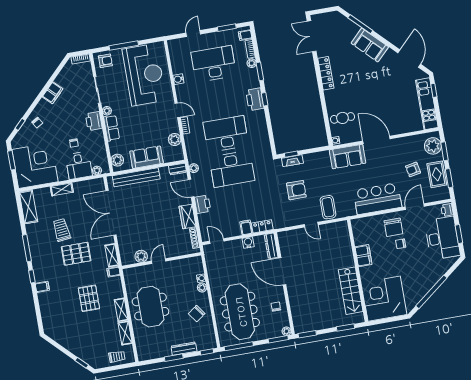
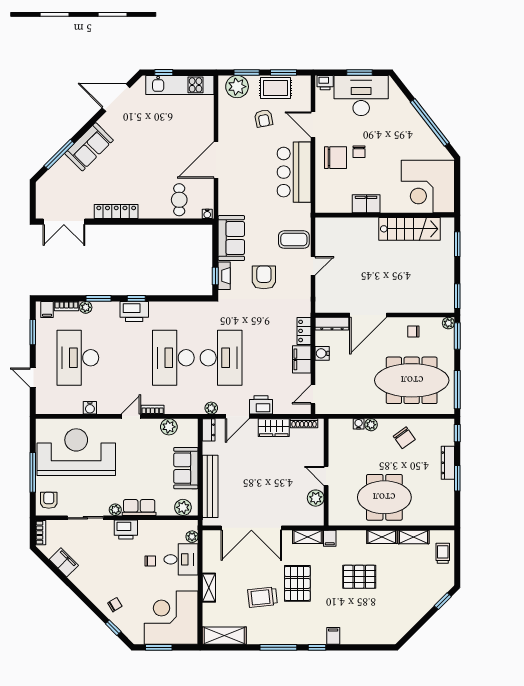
filing cabinet: (53, 93) -> (64, 562), moved
sofa: (348, 157) -> (231, 238), moved
filing cabinet: (246, 227) -> (302, 359), width x2.00

